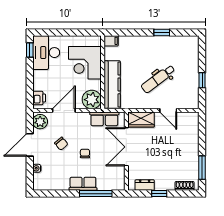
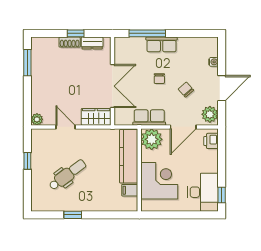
filing cabinet: (111, 41) -> (130, 190), moved
dental chair: (158, 79) -> (67, 175), moved
plant: (194, 117) -> (37, 119), added
row of seats: (104, 119) -> (149, 117), moved
shoe rack: (185, 186) -> (70, 42), moved

